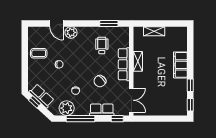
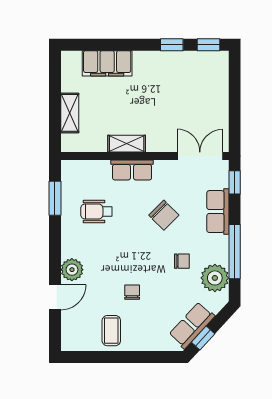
row of seats: (124, 64) -> (132, 170), width x0.68
filing cabinet: (180, 65) -> (107, 63), moved

